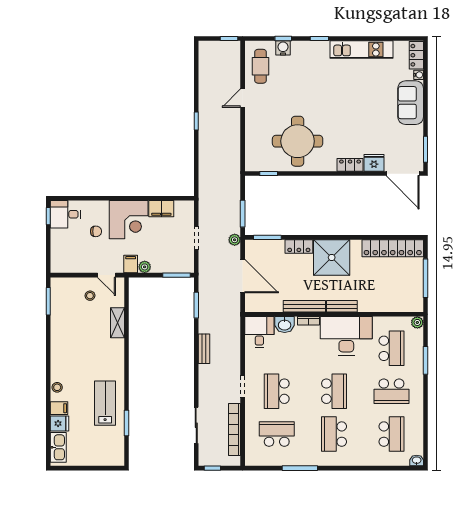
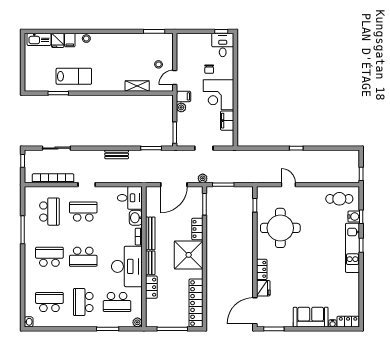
kitchen unit: (361, 50) -> (353, 248), moved
door: (243, 98) -> (288, 185), moved
locker: (373, 305) -> (151, 287), added
school desk: (391, 434) -> (49, 302), turned 180

